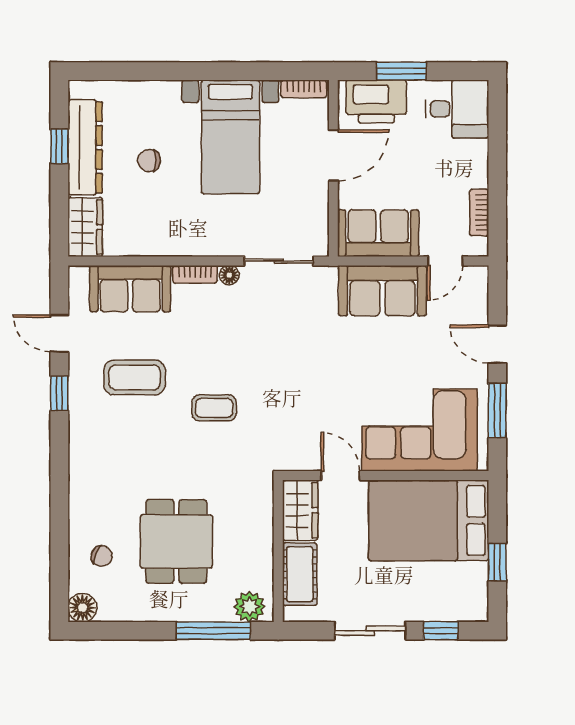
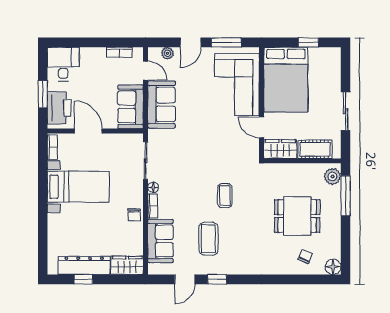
chair: (149, 161) -> (134, 215), moved
plant: (477, 302) -> (167, 53), added
door: (340, 476) -> (262, 127), hinge flipped
window: (441, 631) -> (346, 73), removed

